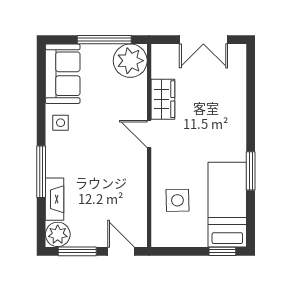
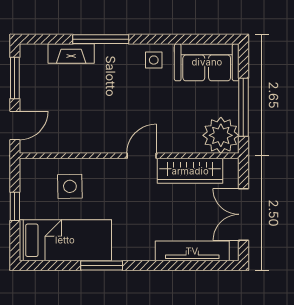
tv unit: (237, 87) -> (192, 251), added
wardrobe: (163, 99) -> (190, 171), width x1.50
plant: (58, 234) -> (33, 57), removed
window: (222, 251) -> (15, 206), moved

